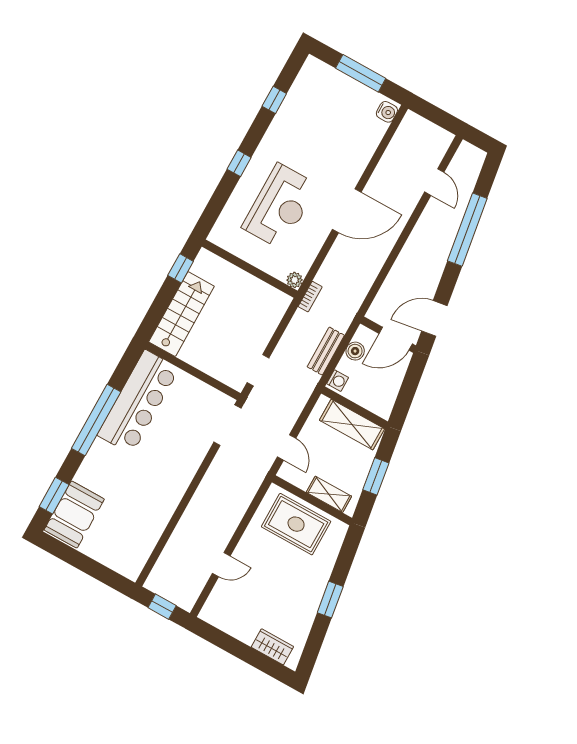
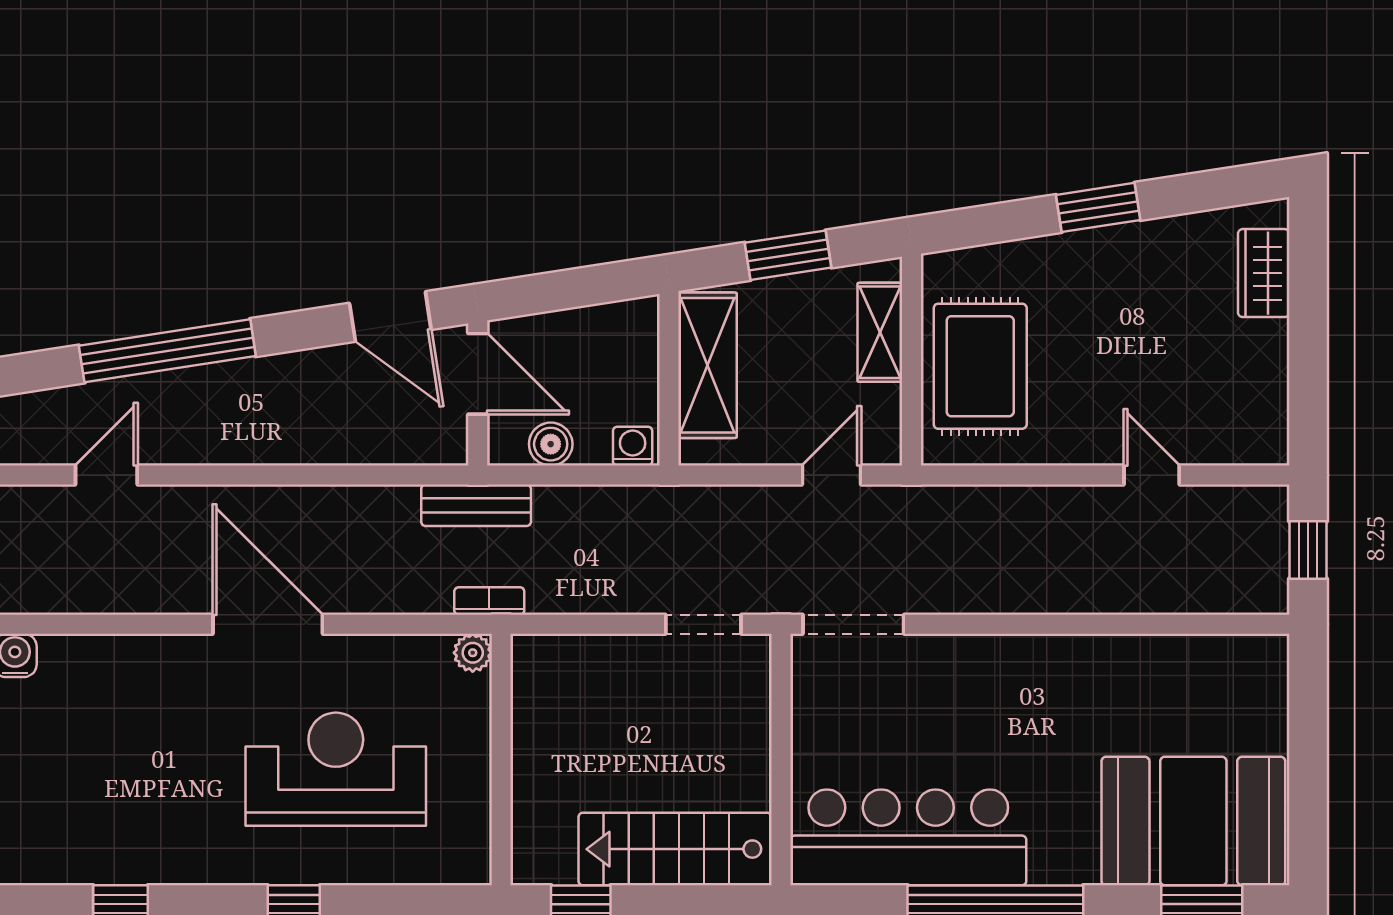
bench: (326, 351) -> (476, 505), moved
booth: (74, 514) -> (1193, 821), width x1.36, depth x1.42

